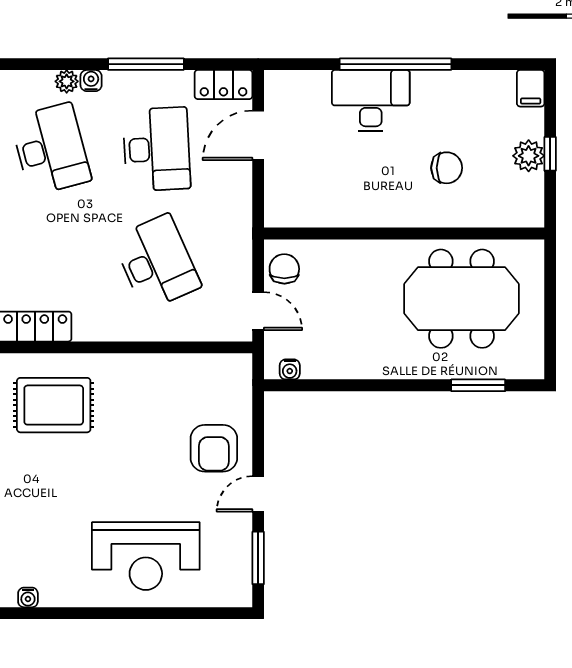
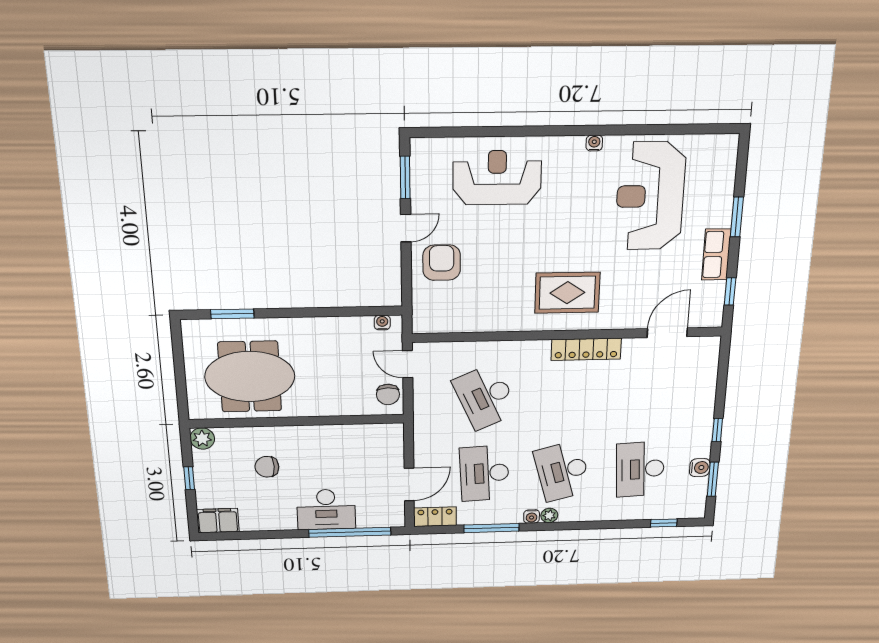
window: (395, 64) -> (350, 532), moved
filing cabinet: (531, 88) -> (218, 521), width x2.00
plant: (529, 156) -> (202, 438), moved

